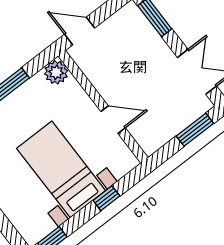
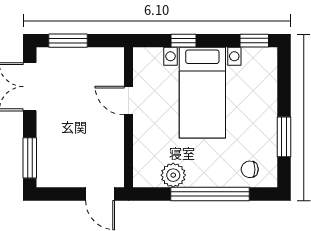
plant: (56, 72) -> (173, 175), moved

